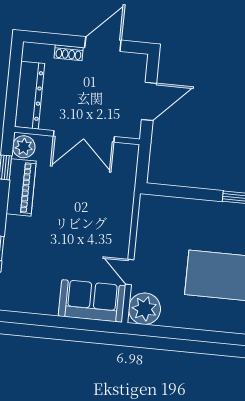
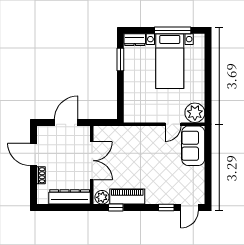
door: (149, 101) -> (66, 122), hinge flipped

